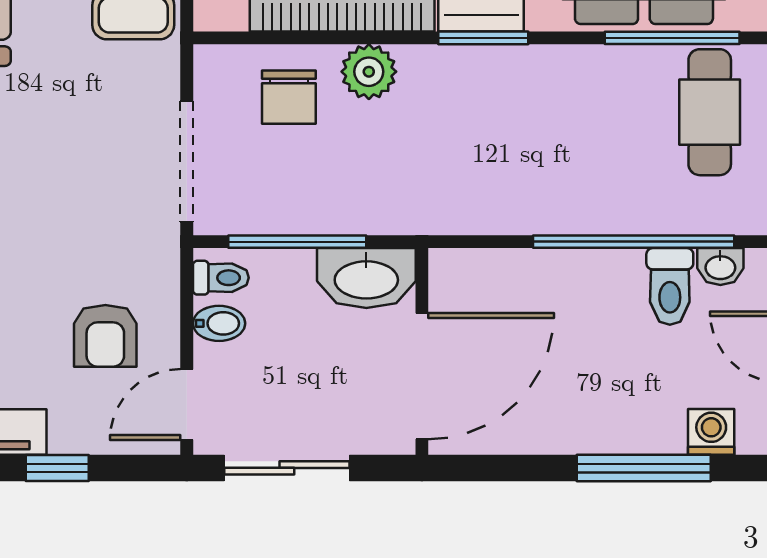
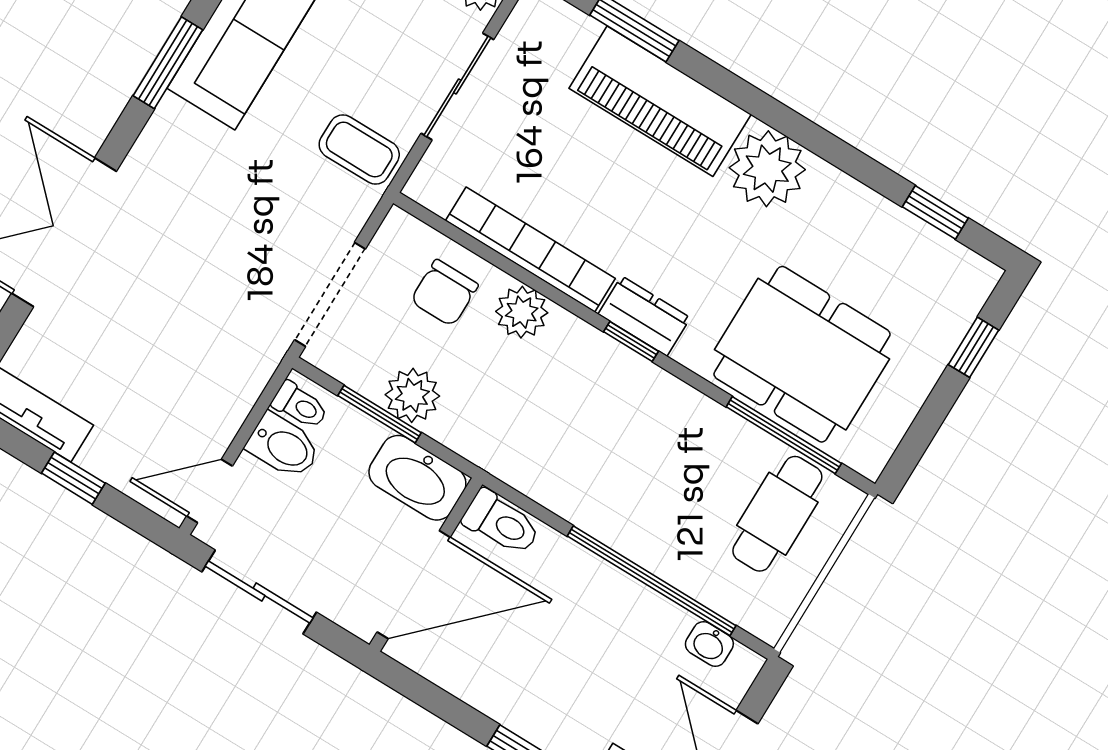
window: (483, 38) -> (631, 341), width x0.67
plant: (316, 207) -> (412, 395), added
window: (297, 242) -> (380, 414), width x0.69
toilet: (670, 286) -> (501, 523), moved, turned -90
bidet: (219, 323) -> (283, 446), width x1.38, depth x1.36
armchair: (105, 336) -> (178, 395), removed

